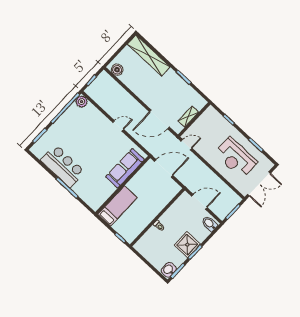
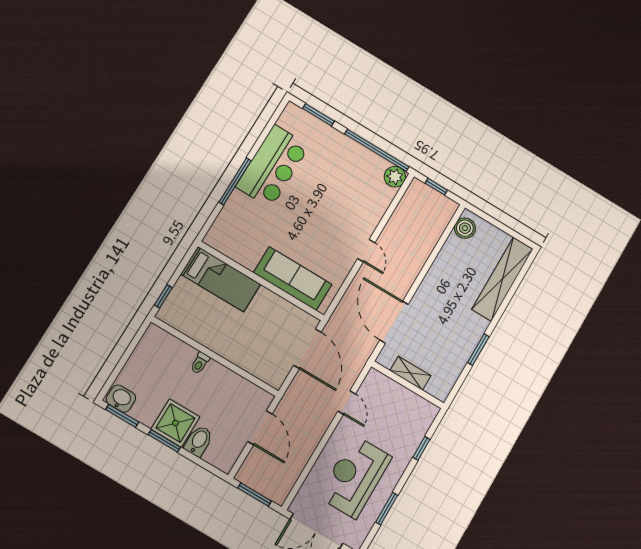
door: (186, 145) -> (347, 402), moved
bidet: (210, 224) -> (199, 441), moved

